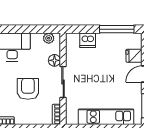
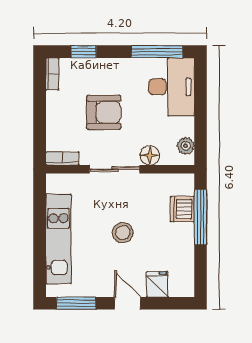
window: (117, 29) -> (200, 217), moved
stool: (102, 77) -> (123, 233), added

